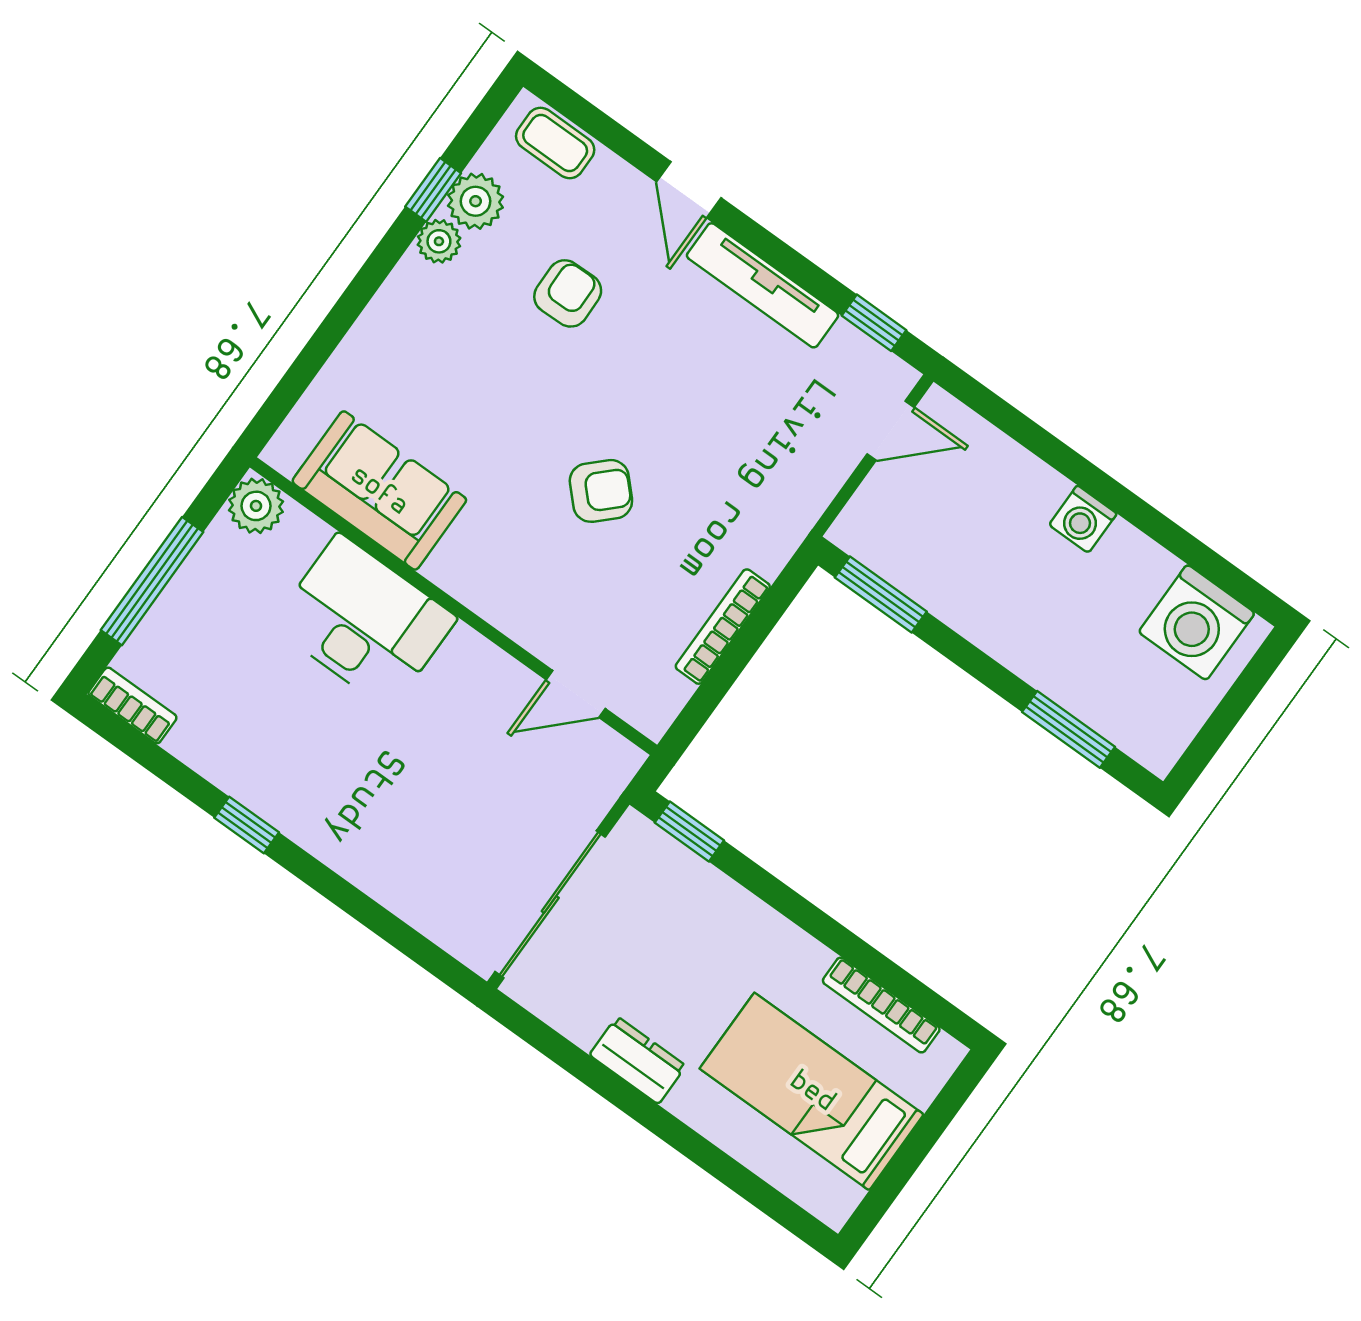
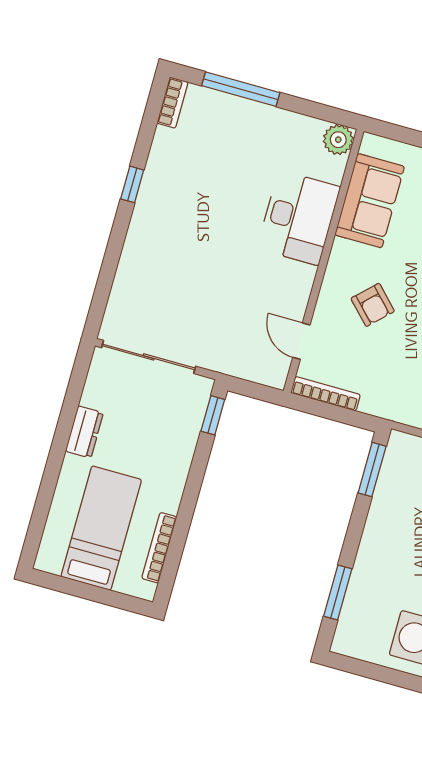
sofa: (379, 491) -> (370, 201), moved
plant: (256, 506) -> (338, 140), moved
wall: (453, 606) -> (324, 261), moved
desk: (364, 622) -> (299, 218), moved
door: (576, 694) -> (301, 341), moved

